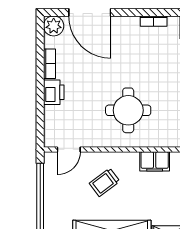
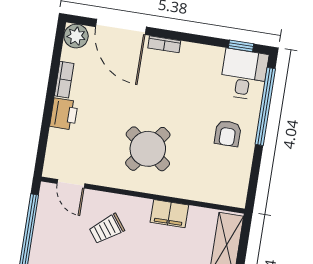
bookcase: (154, 21) -> (164, 44), moved
round table: (128, 110) -> (148, 149), turned 37
door: (69, 149) -> (71, 184), hinge flipped

